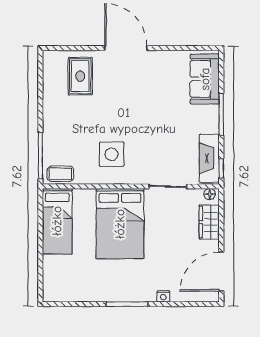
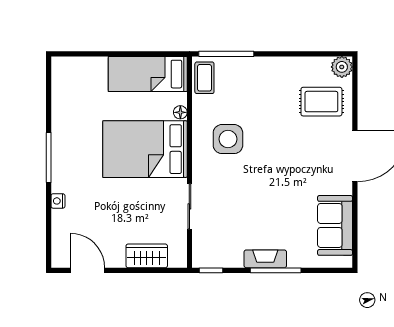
plant: (51, 59) -> (342, 67), added
sofa: (205, 79) -> (335, 225), moved, turned -90
fireplace: (209, 158) -> (265, 259), moved, width x0.73, depth x0.76
floor lamp: (210, 194) -> (180, 112), moved
door: (221, 272) -> (87, 270), width x0.73

